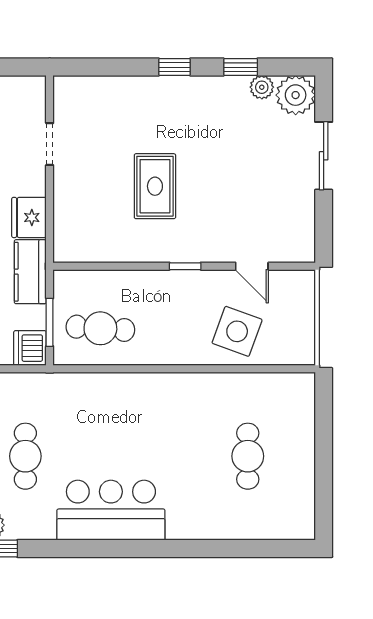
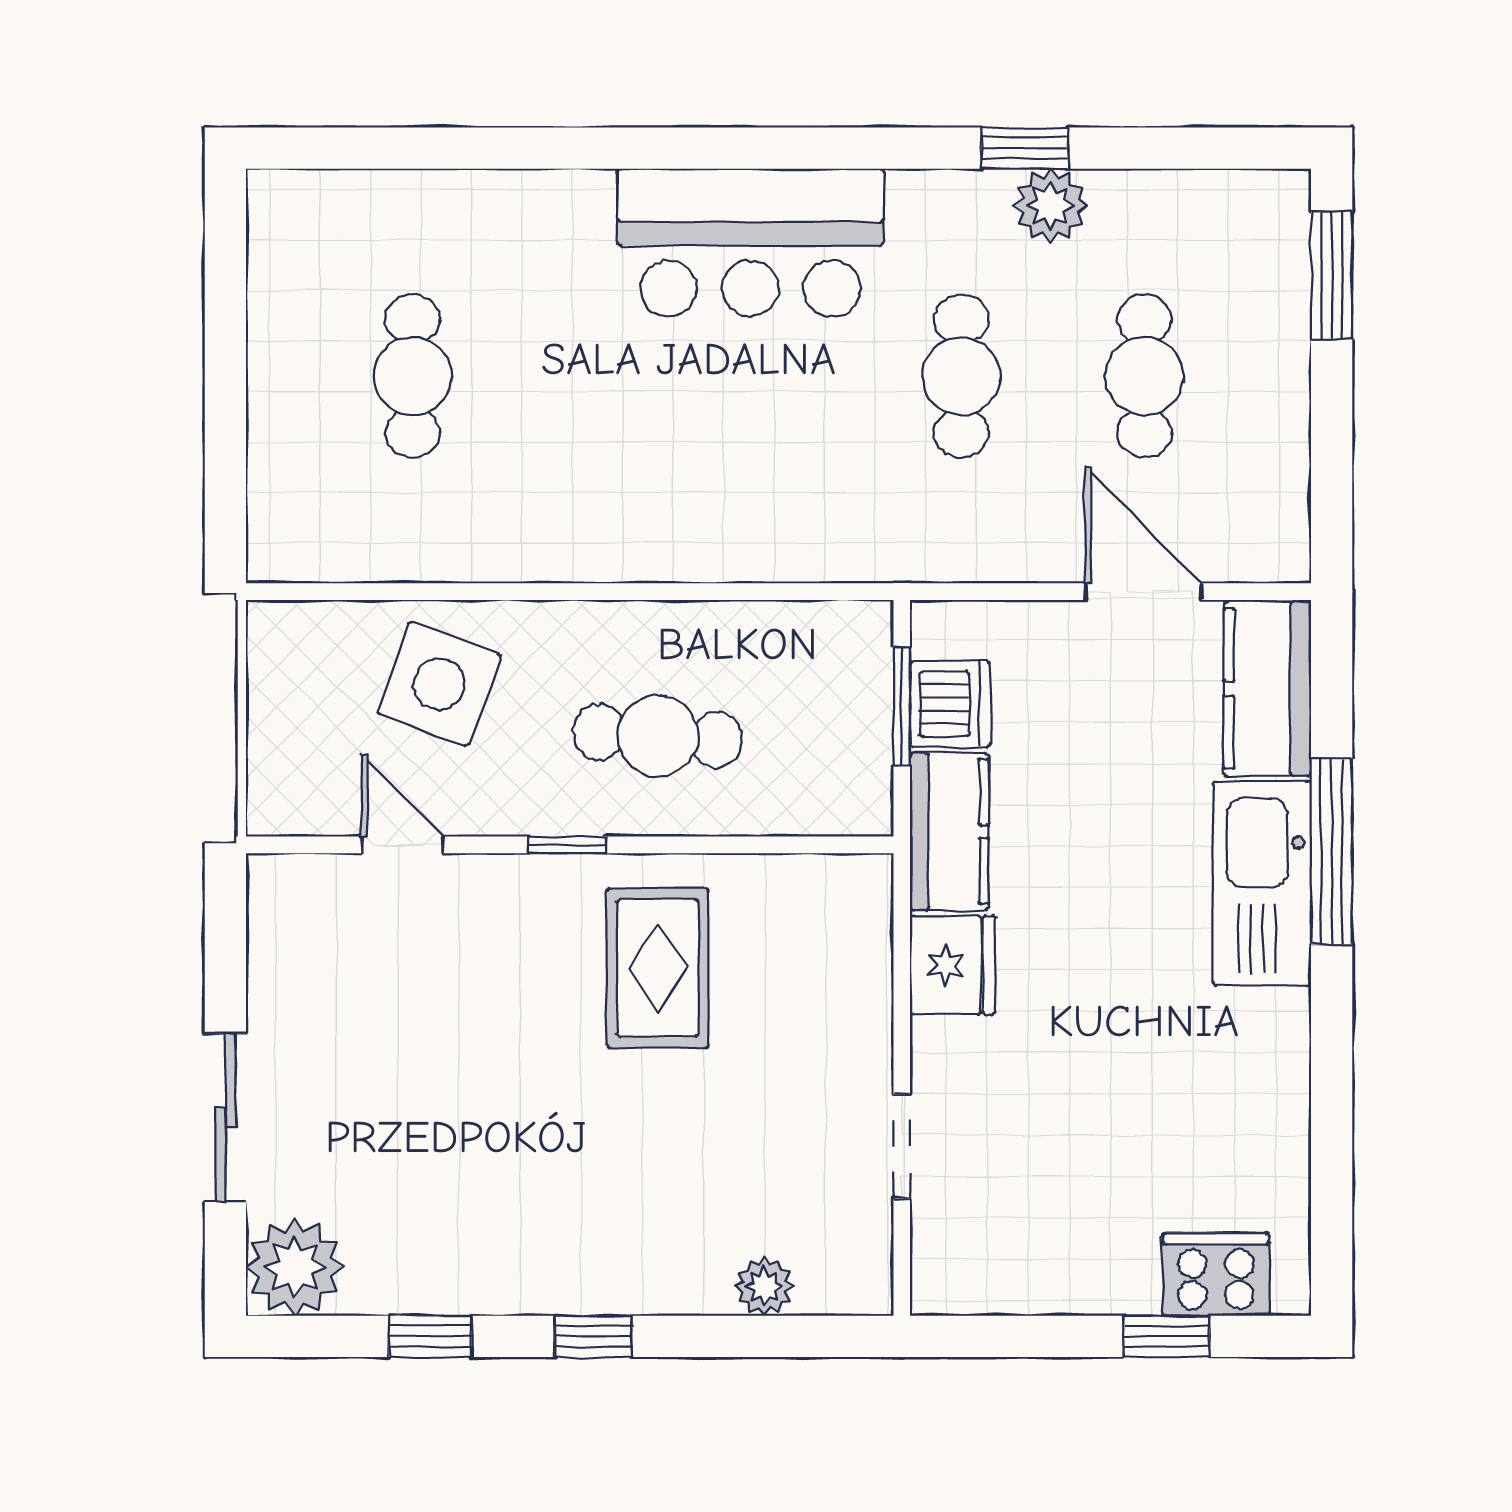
plant: (262, 87) -> (764, 1287), moved
rug: (155, 186) -> (658, 968), moved
cafe table: (100, 328) -> (658, 736), moved
dishwasher: (30, 348) -> (950, 704), moved

